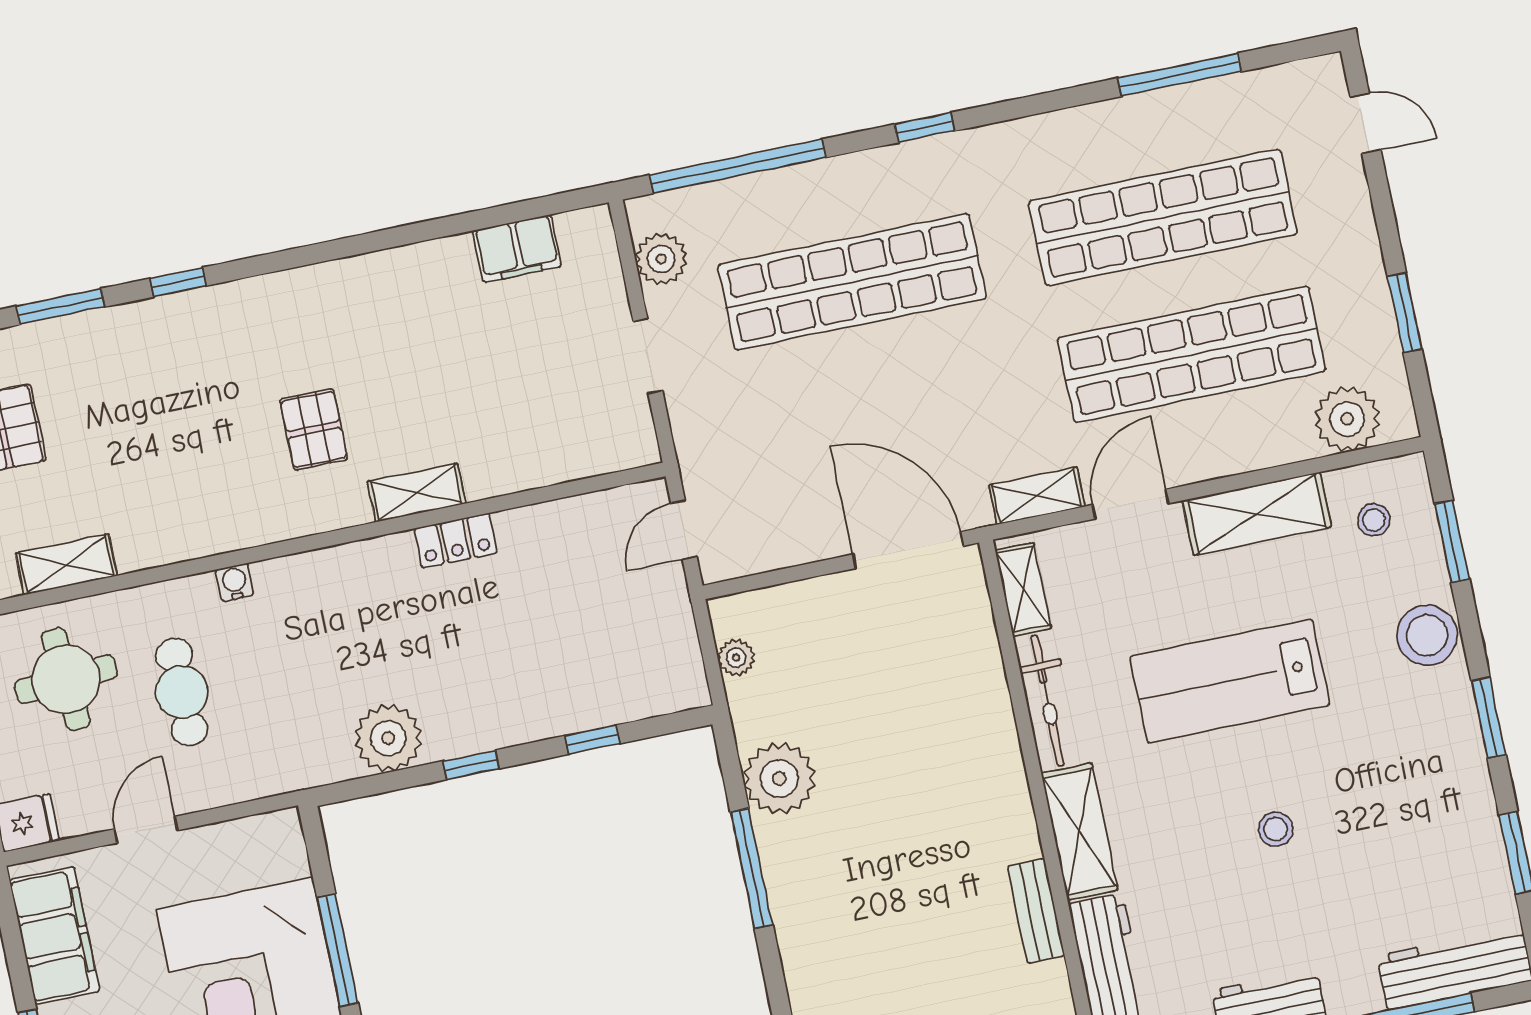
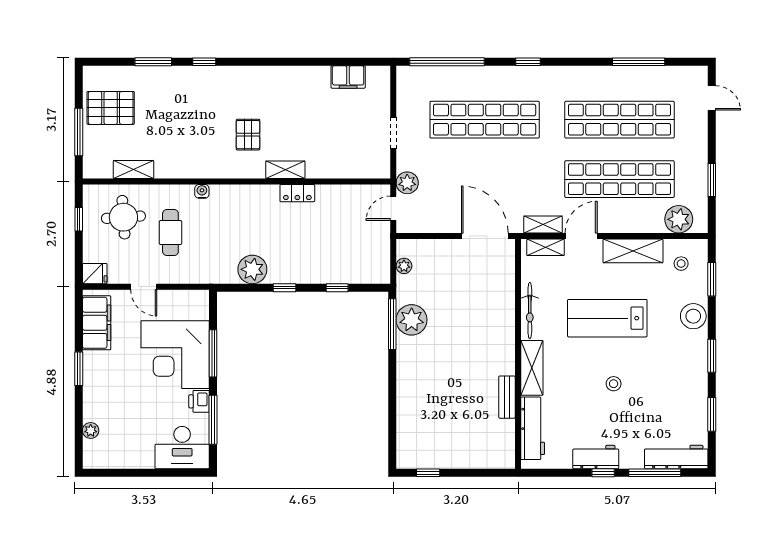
plant: (661, 259) -> (407, 183), moved
shelving: (1023, 589) -> (546, 247), moved, turned 90
door: (146, 830) -> (144, 287), swing flipped
window: (752, 868) -> (392, 324), moved

